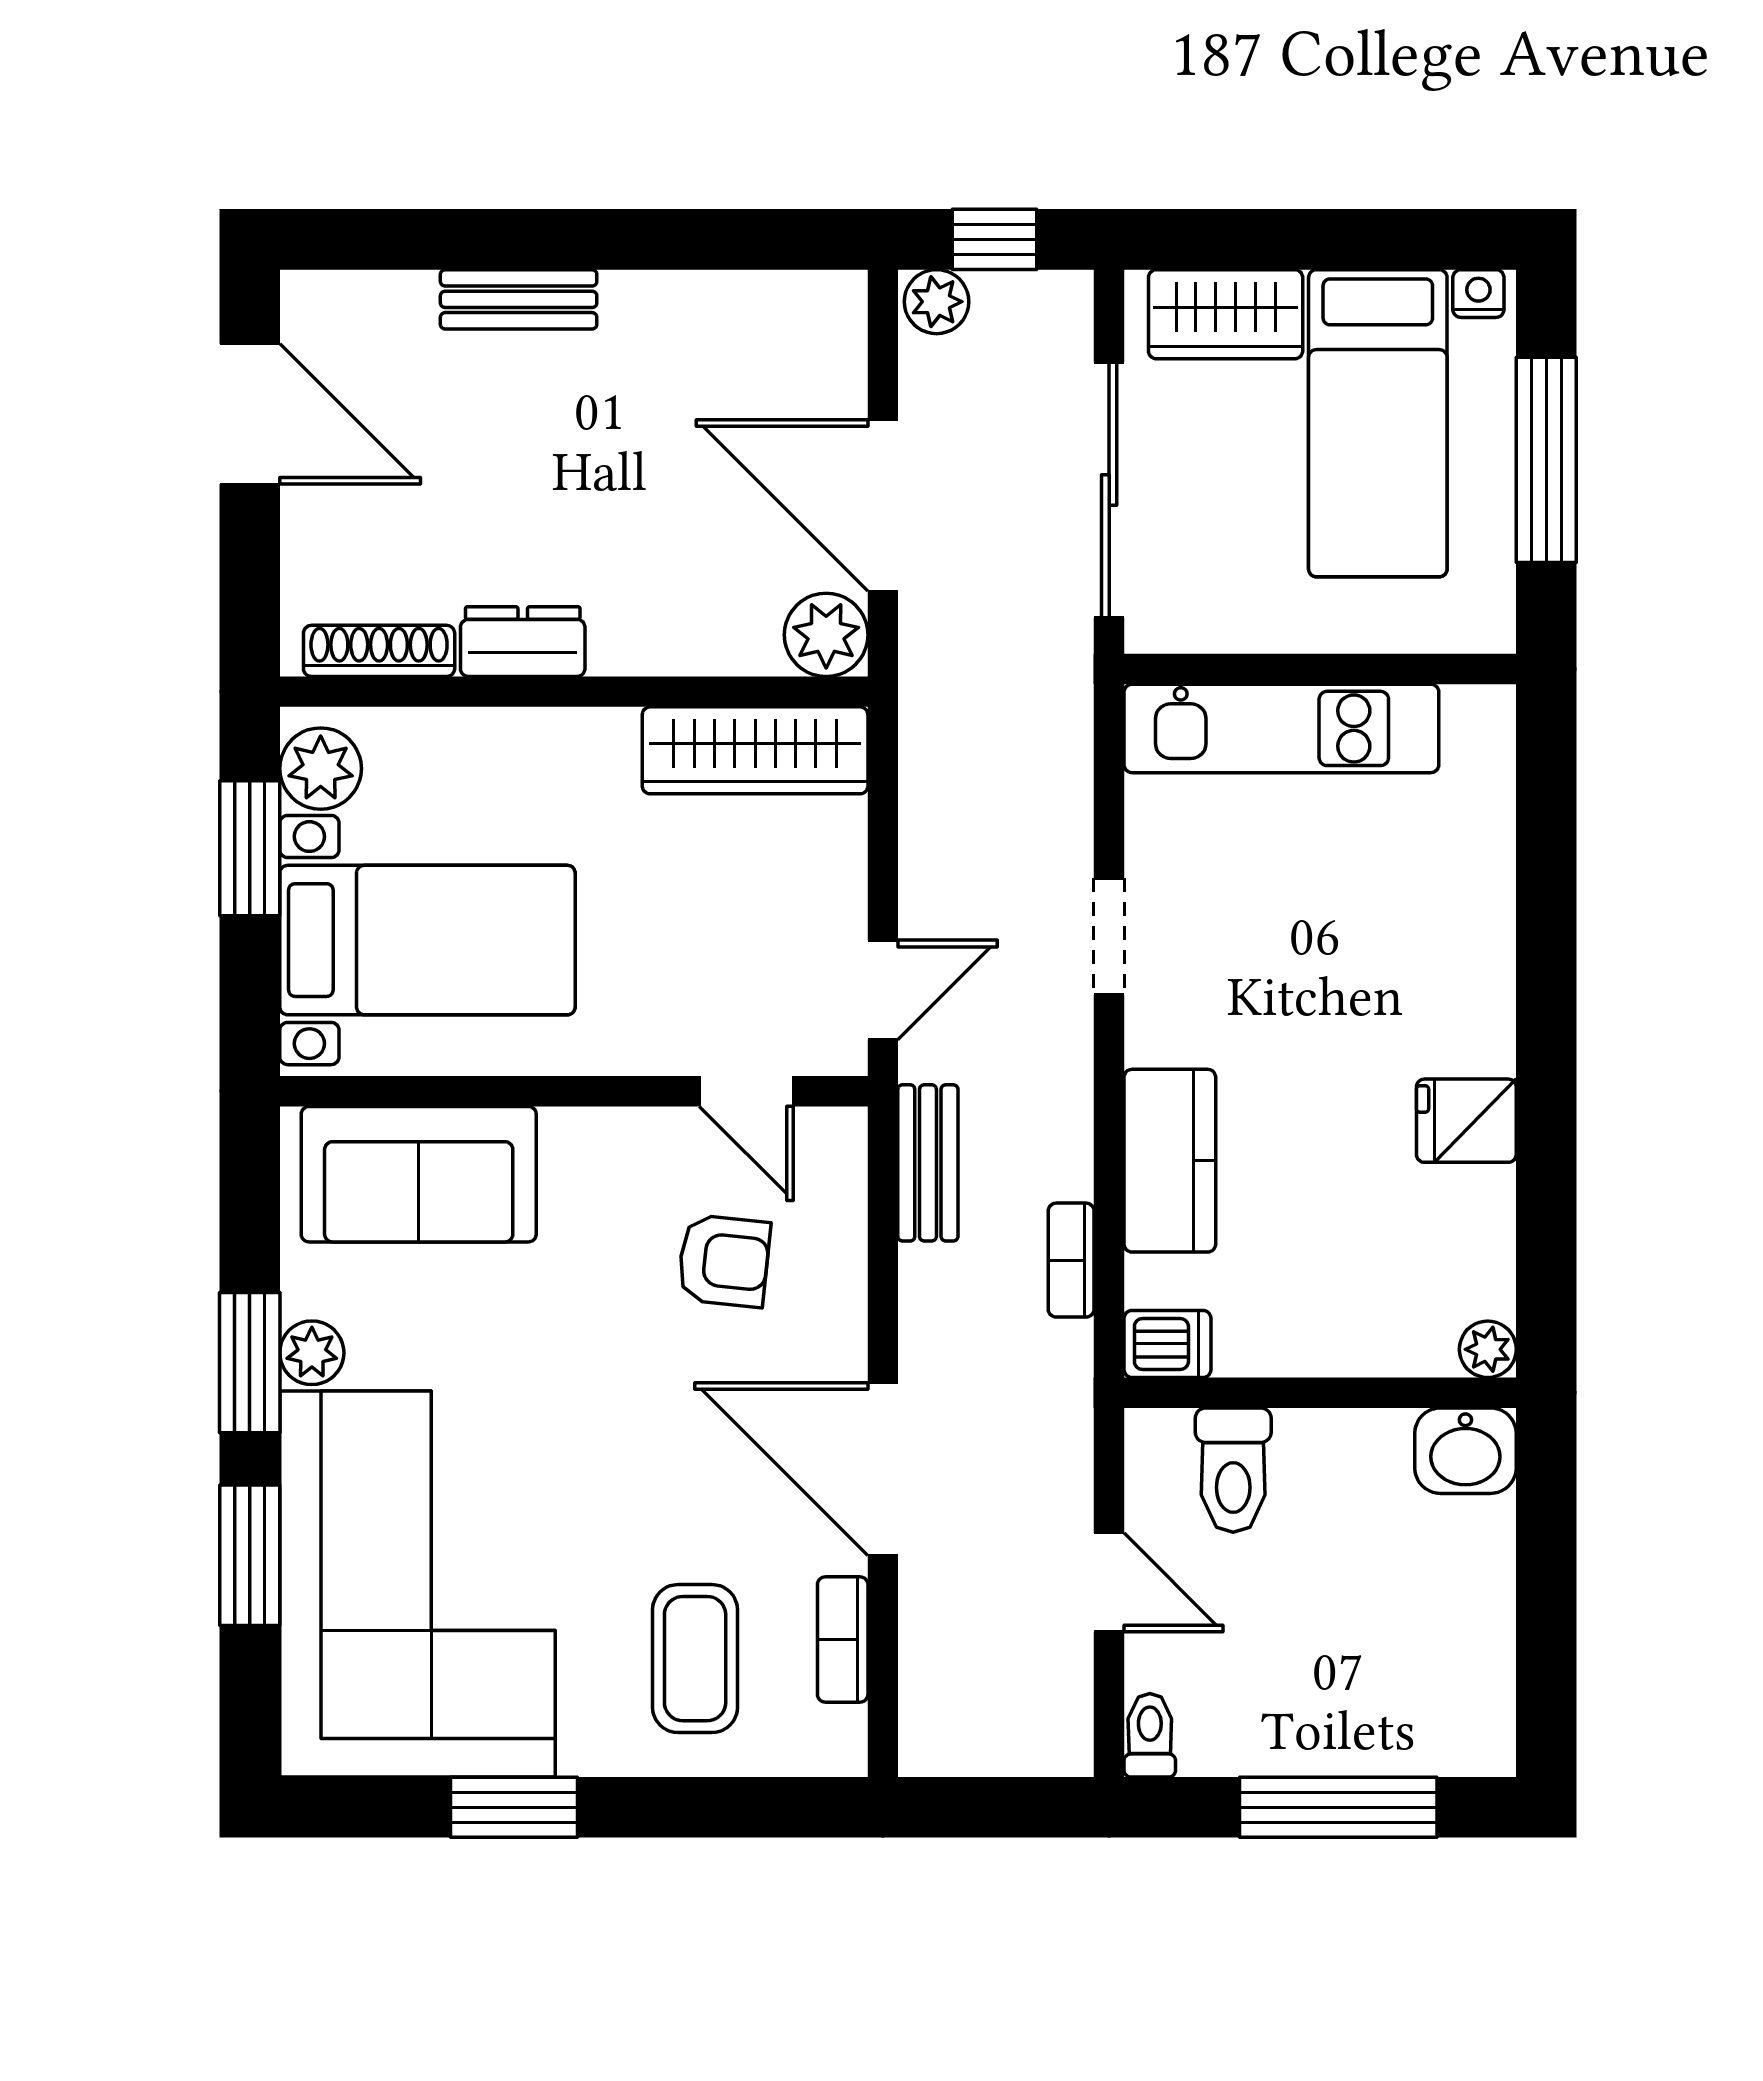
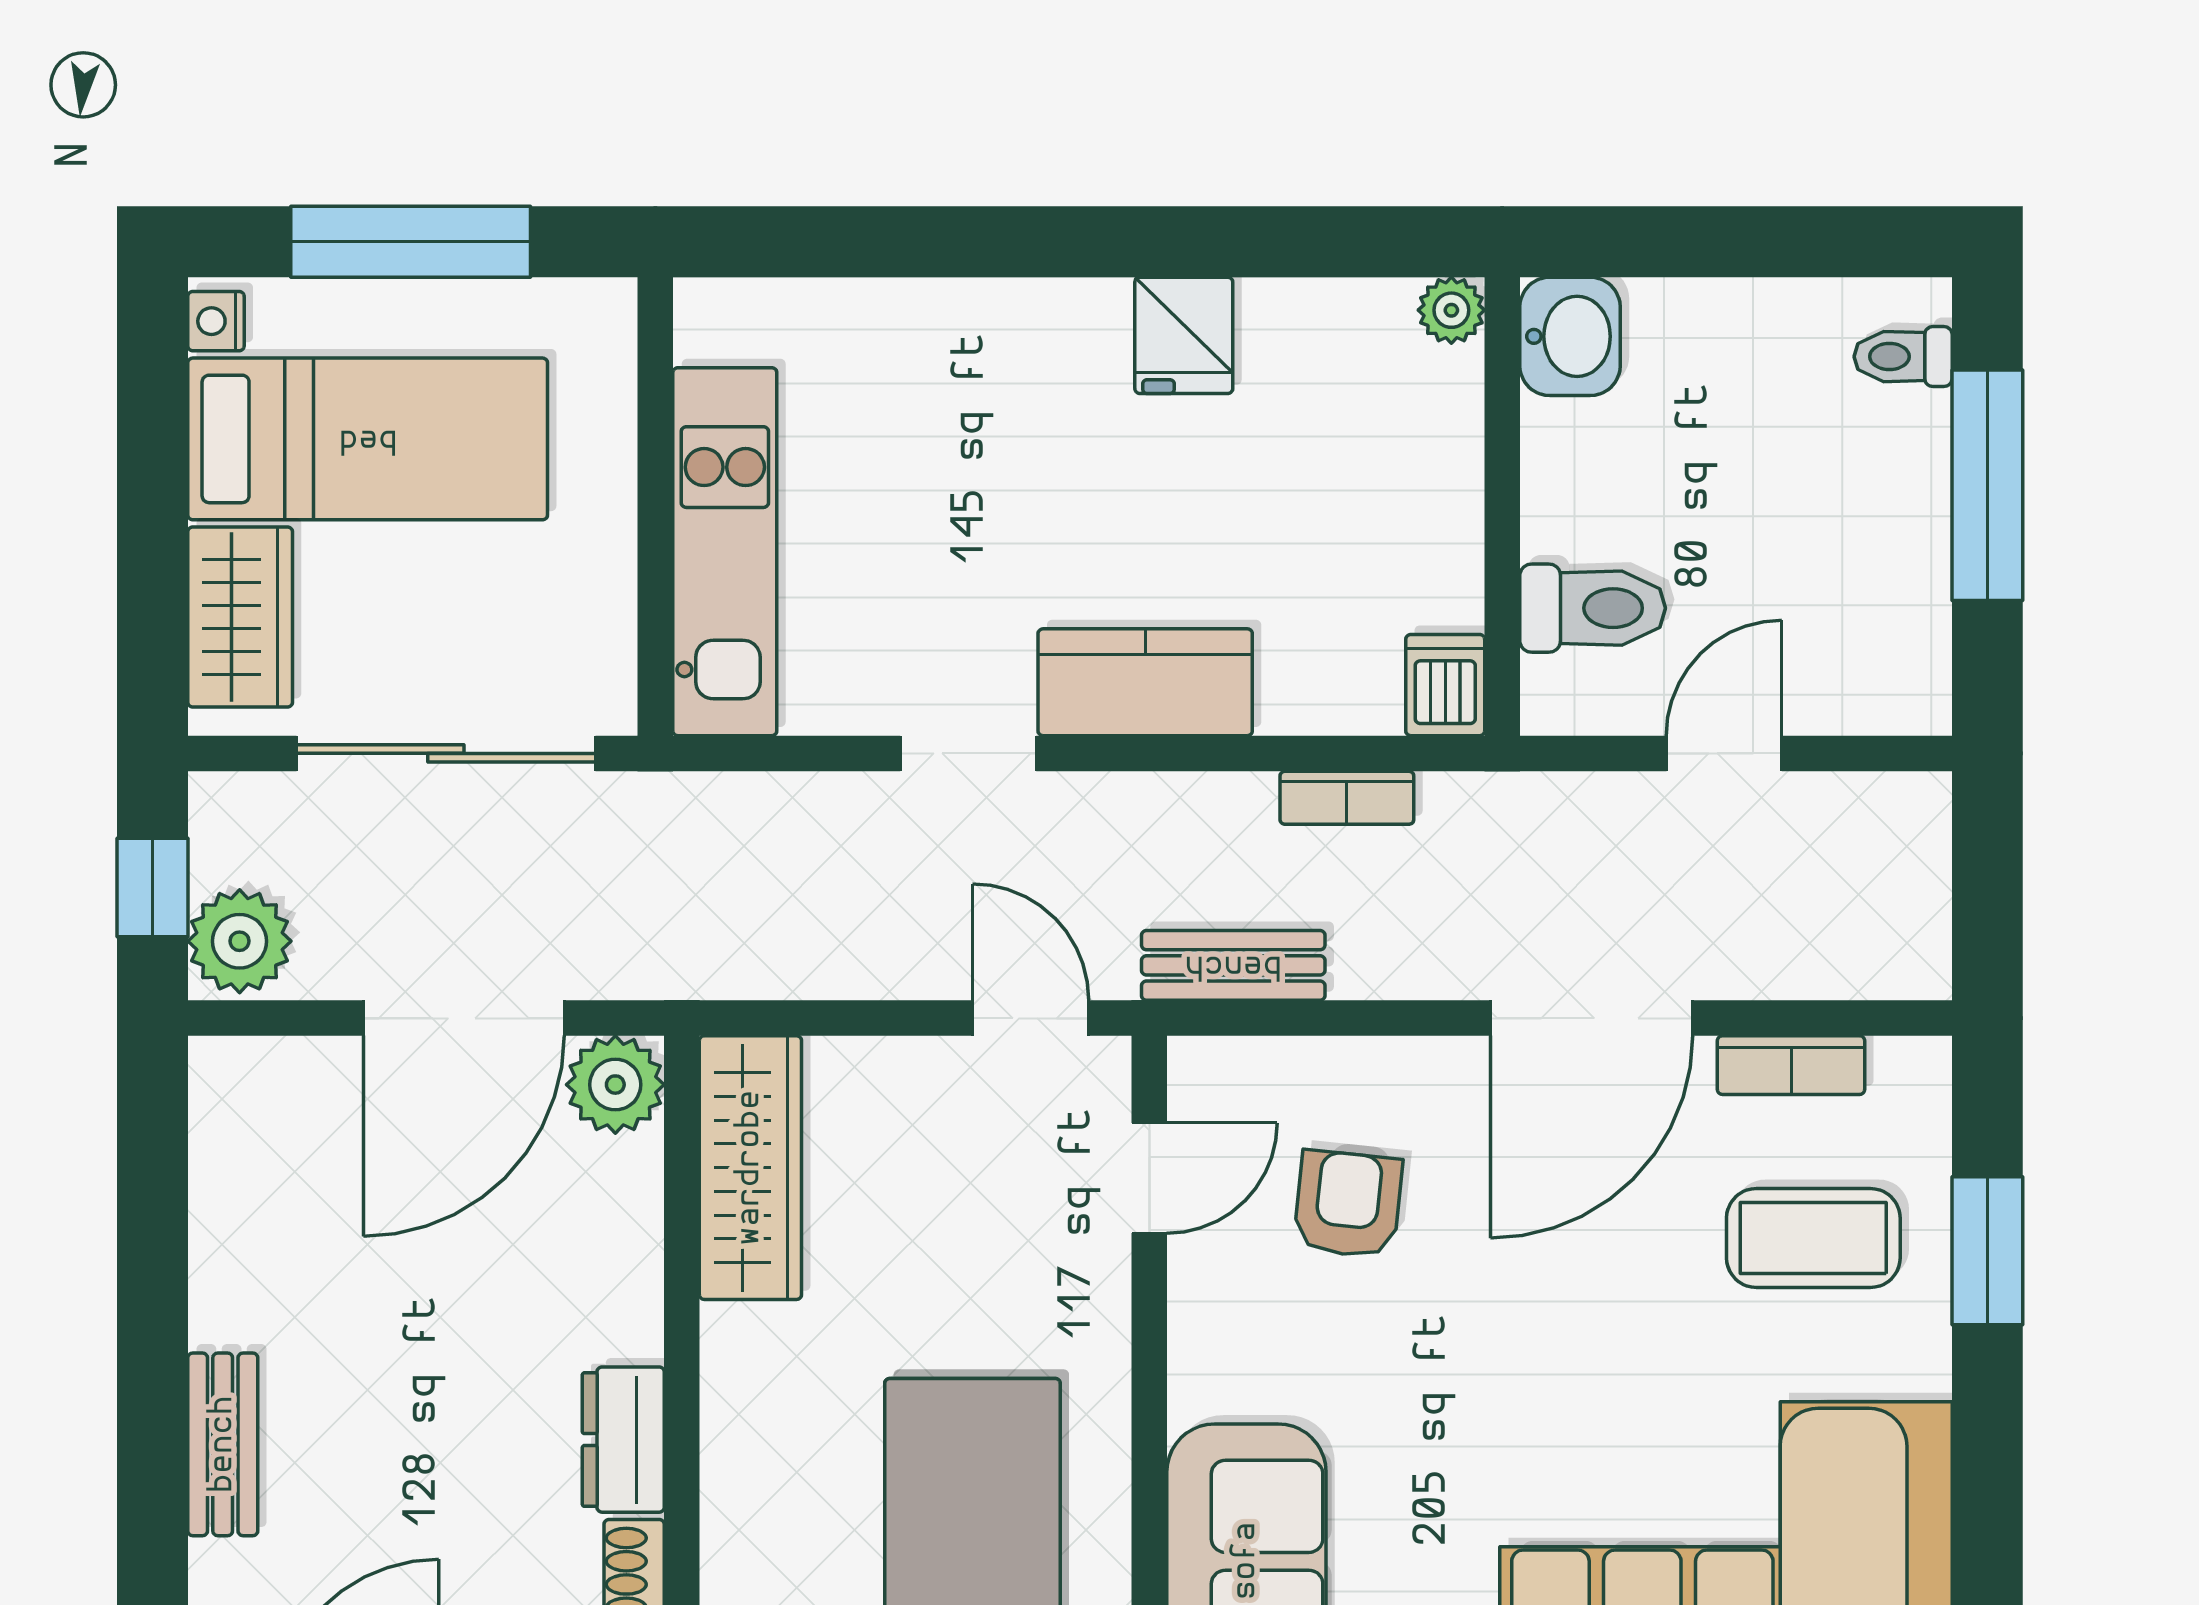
plant: (937, 302) -> (240, 941), width x1.38, depth x1.38
kitchen counter: (1170, 1161) -> (1145, 682), moved
toilet: (1150, 1735) -> (1903, 357), moved
window: (514, 1807) -> (1987, 1251), moved

